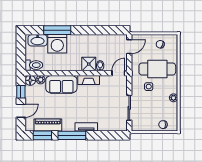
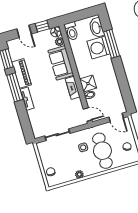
piano: (48, 125) -> (22, 73), moved

